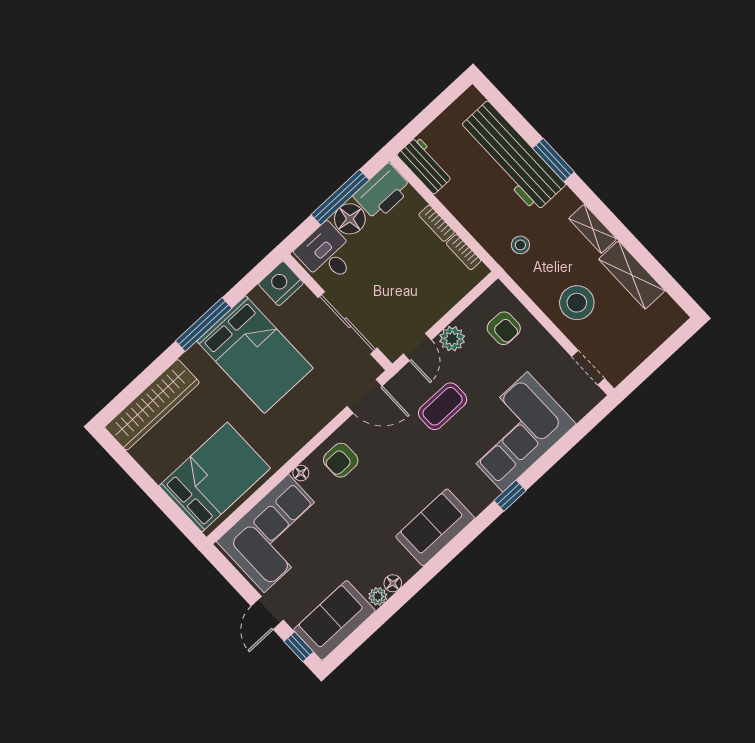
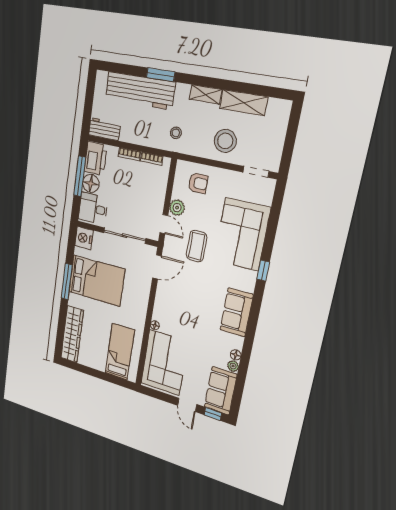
armchair: (341, 460) -> (168, 307), removed
bed: (215, 477) -> (120, 352), width x0.67

